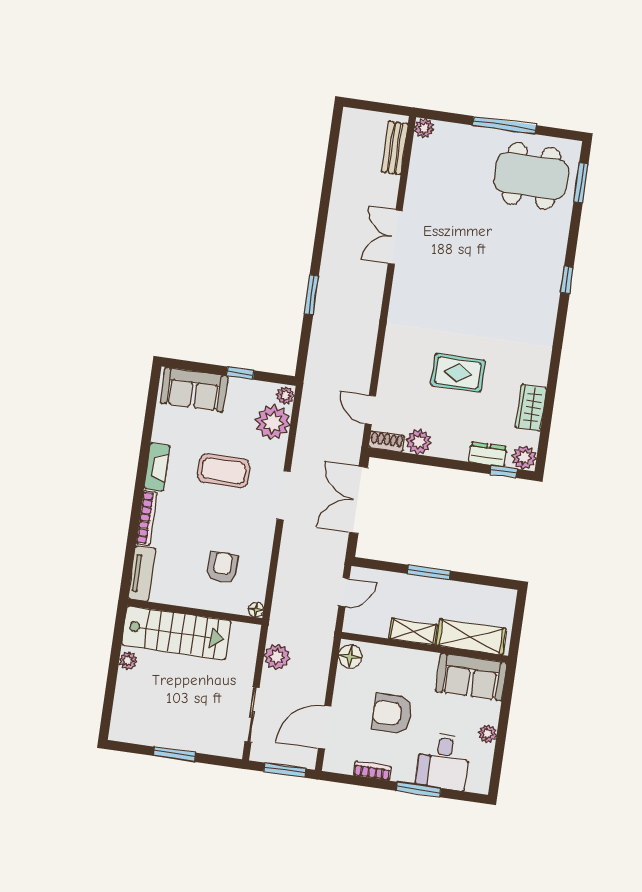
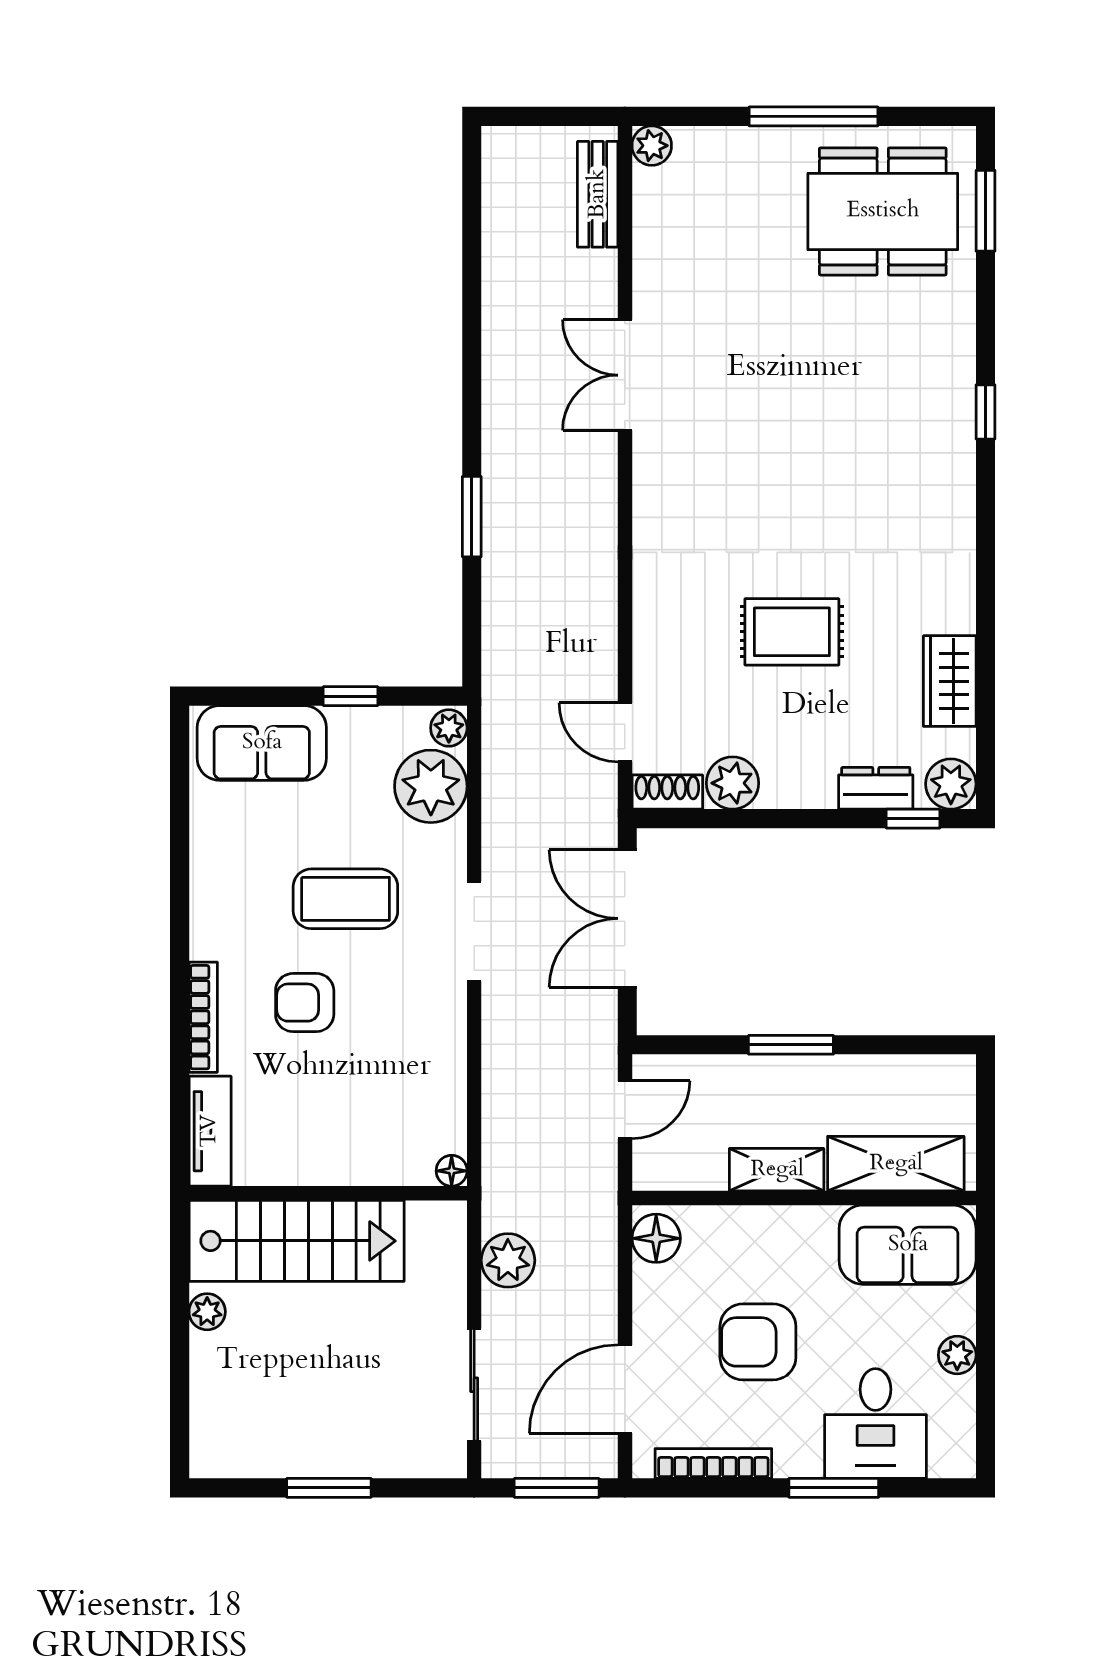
fireplace: (157, 467) -> (209, 911), removed
armchair: (222, 567) -> (305, 1003), moved, turned -90
bookcase: (372, 771) -> (713, 1463), width x1.56

